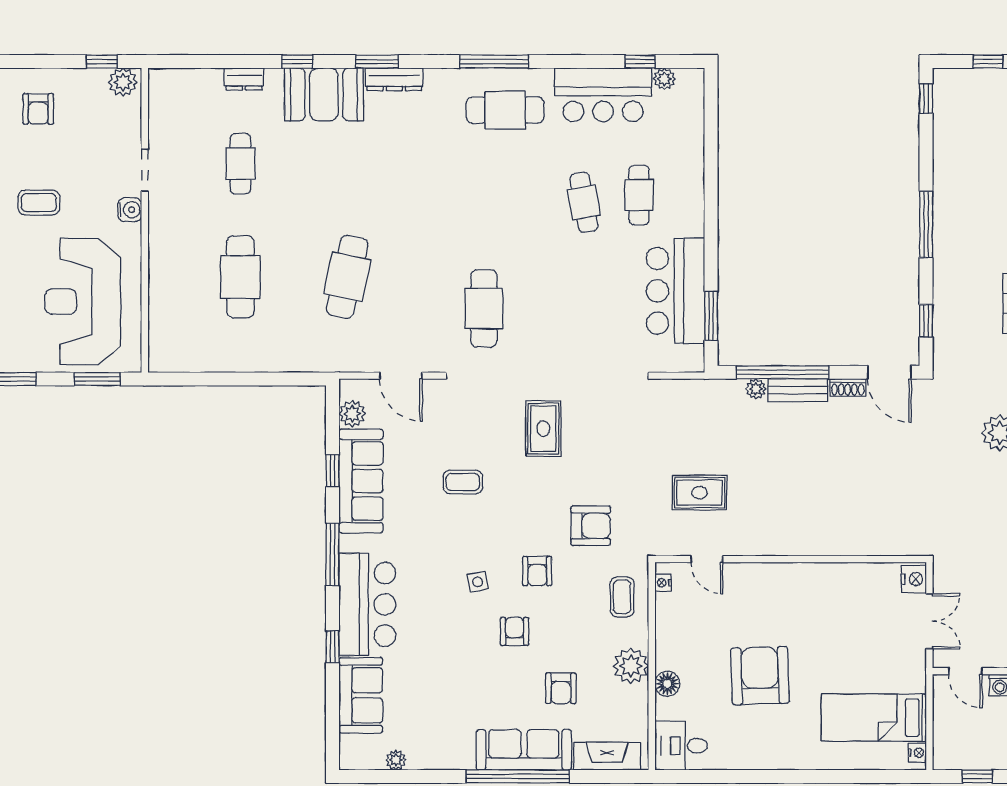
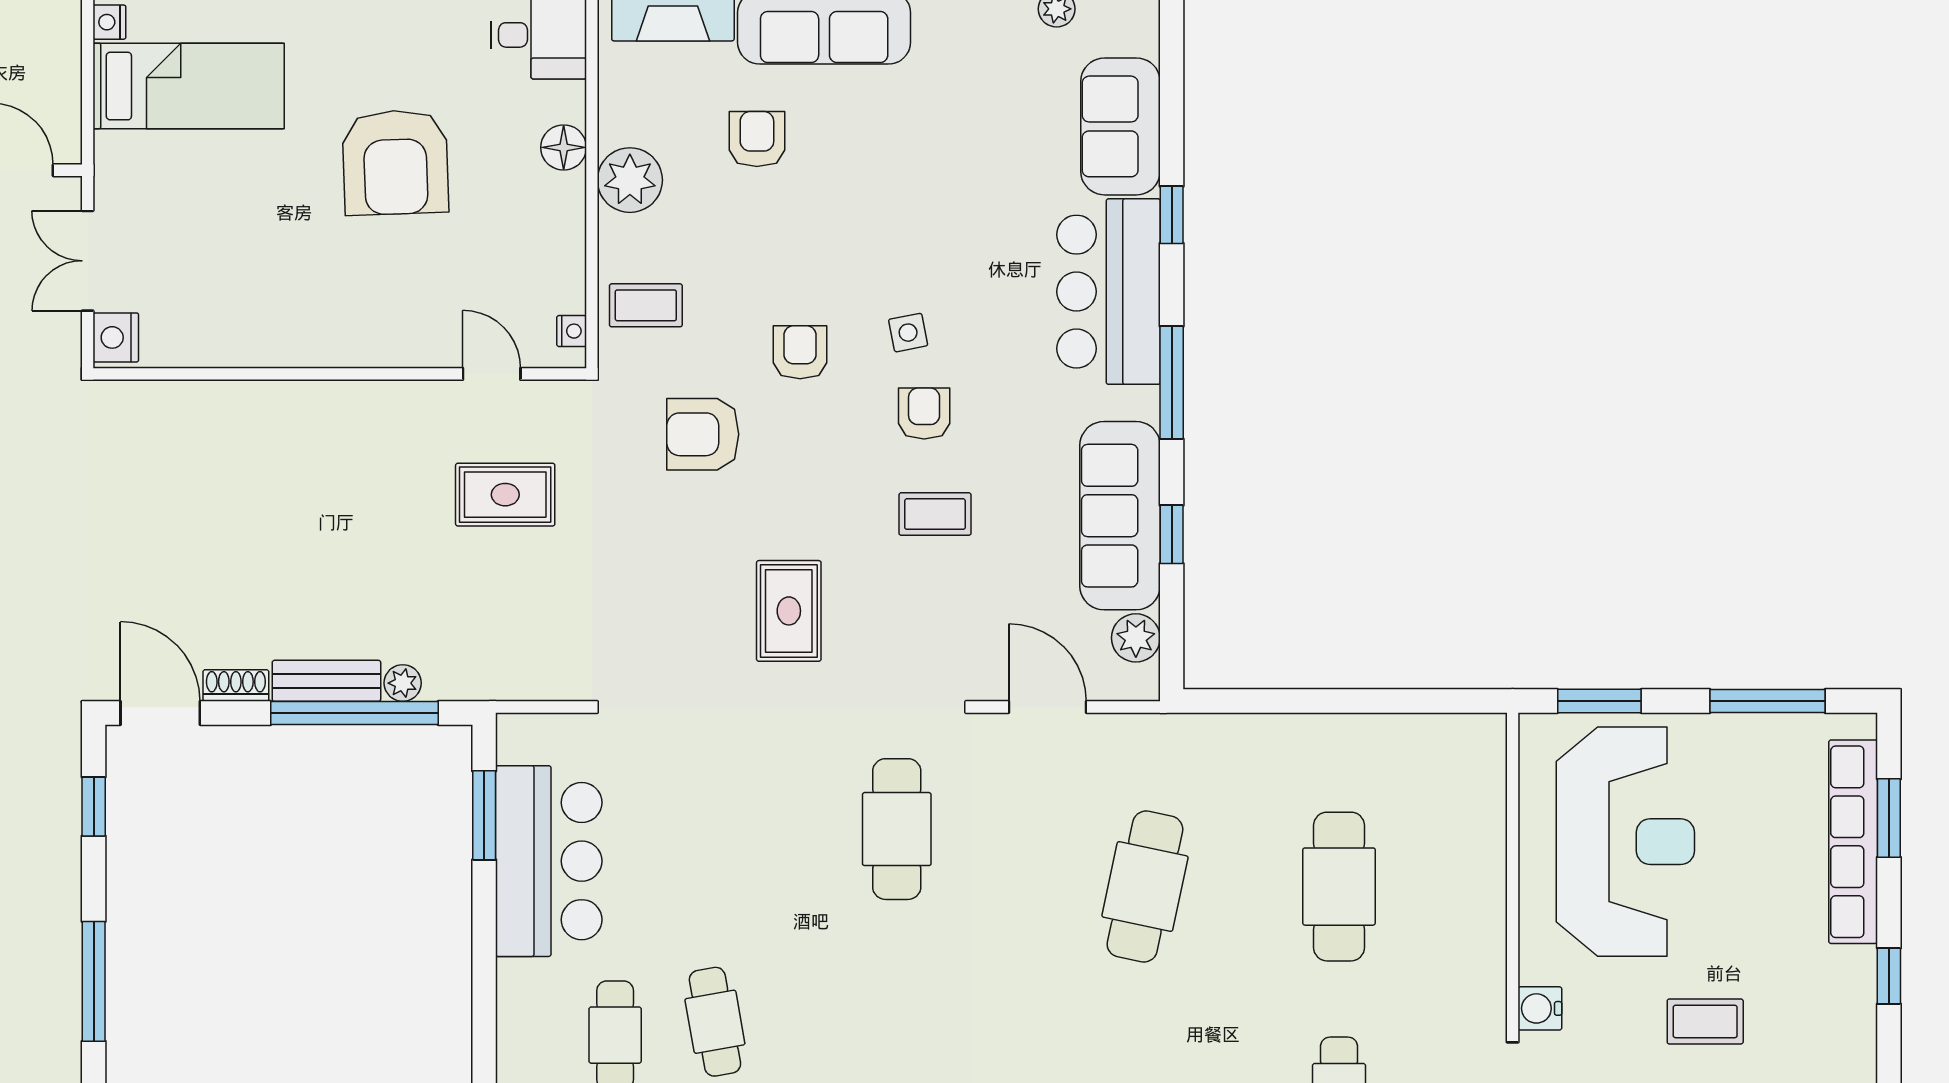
coffee table: (622, 597) -> (646, 305), turned 90
armchair: (515, 631) -> (924, 413), moved, turned 180

